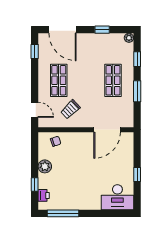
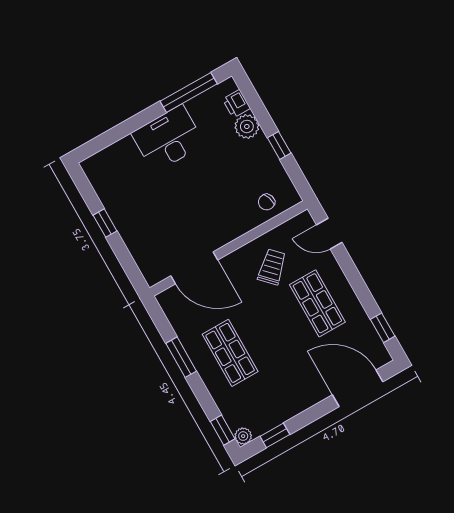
window: (102, 30) -> (275, 435), moved
window: (137, 59) -> (223, 430), moved
door: (107, 130) -> (194, 268), swing flipped
plant: (45, 166) -> (247, 126), moved
window: (35, 185) -> (279, 145), moved
desk: (117, 197) -> (168, 139), moved

